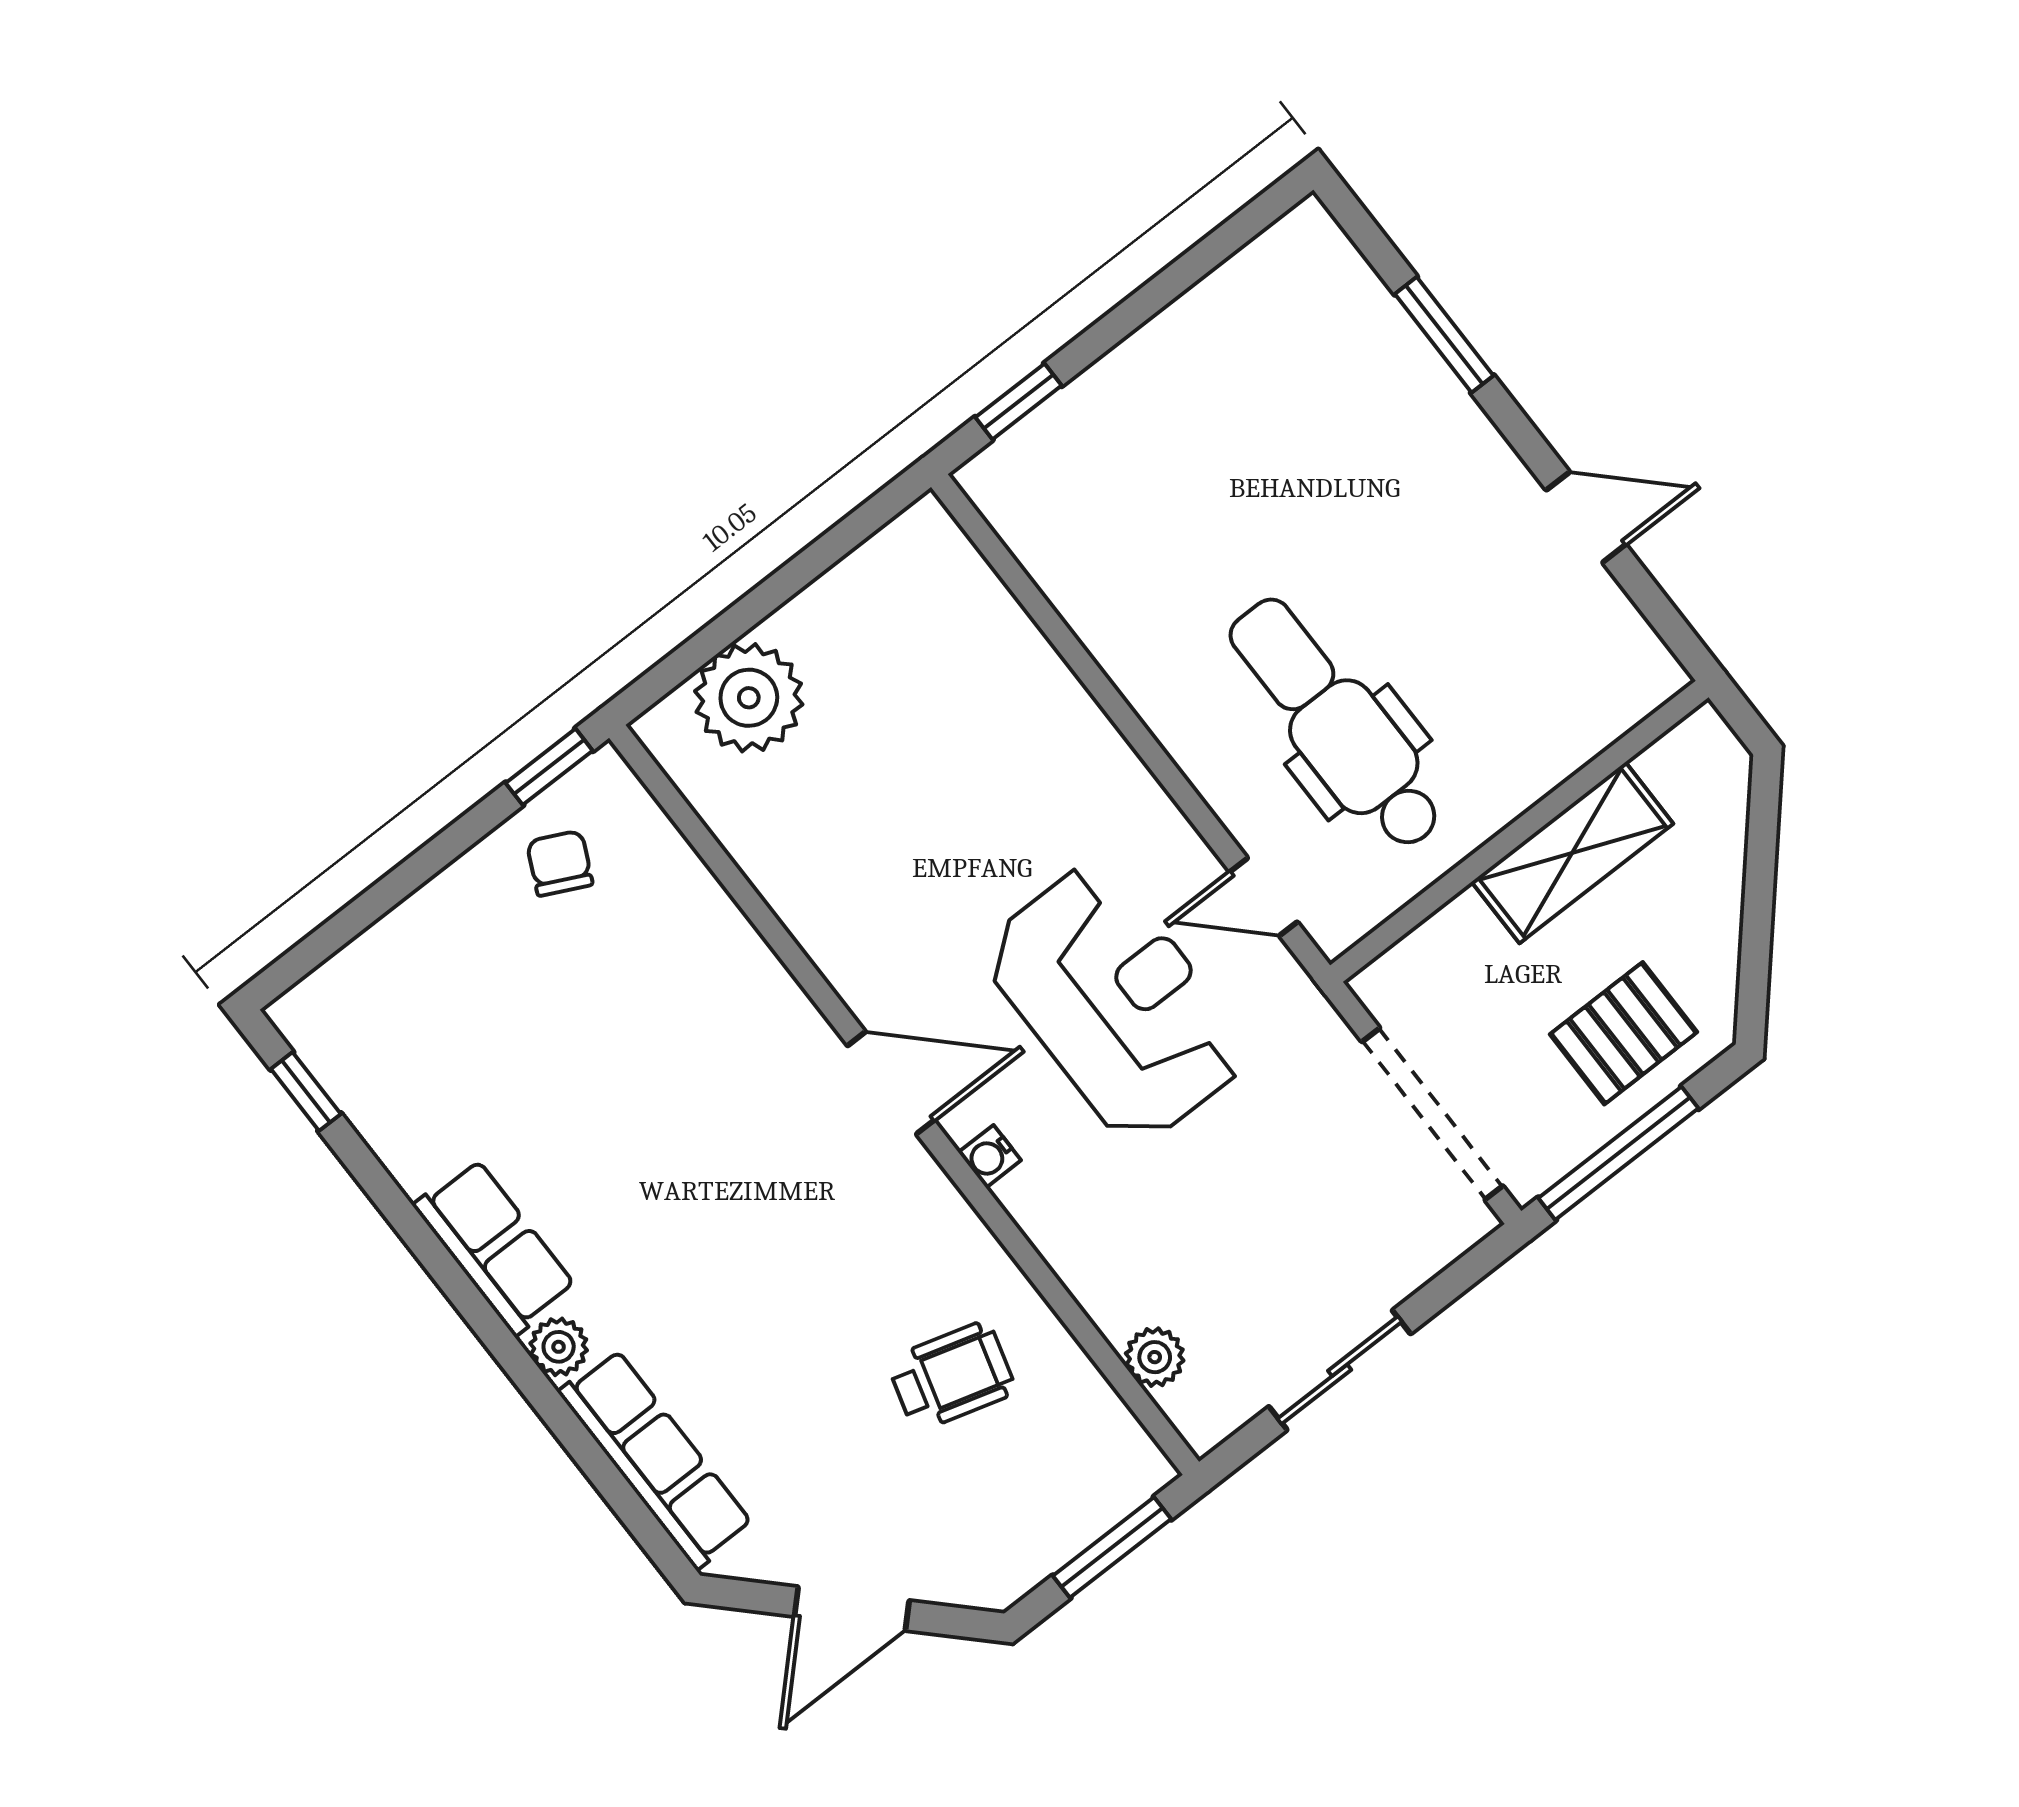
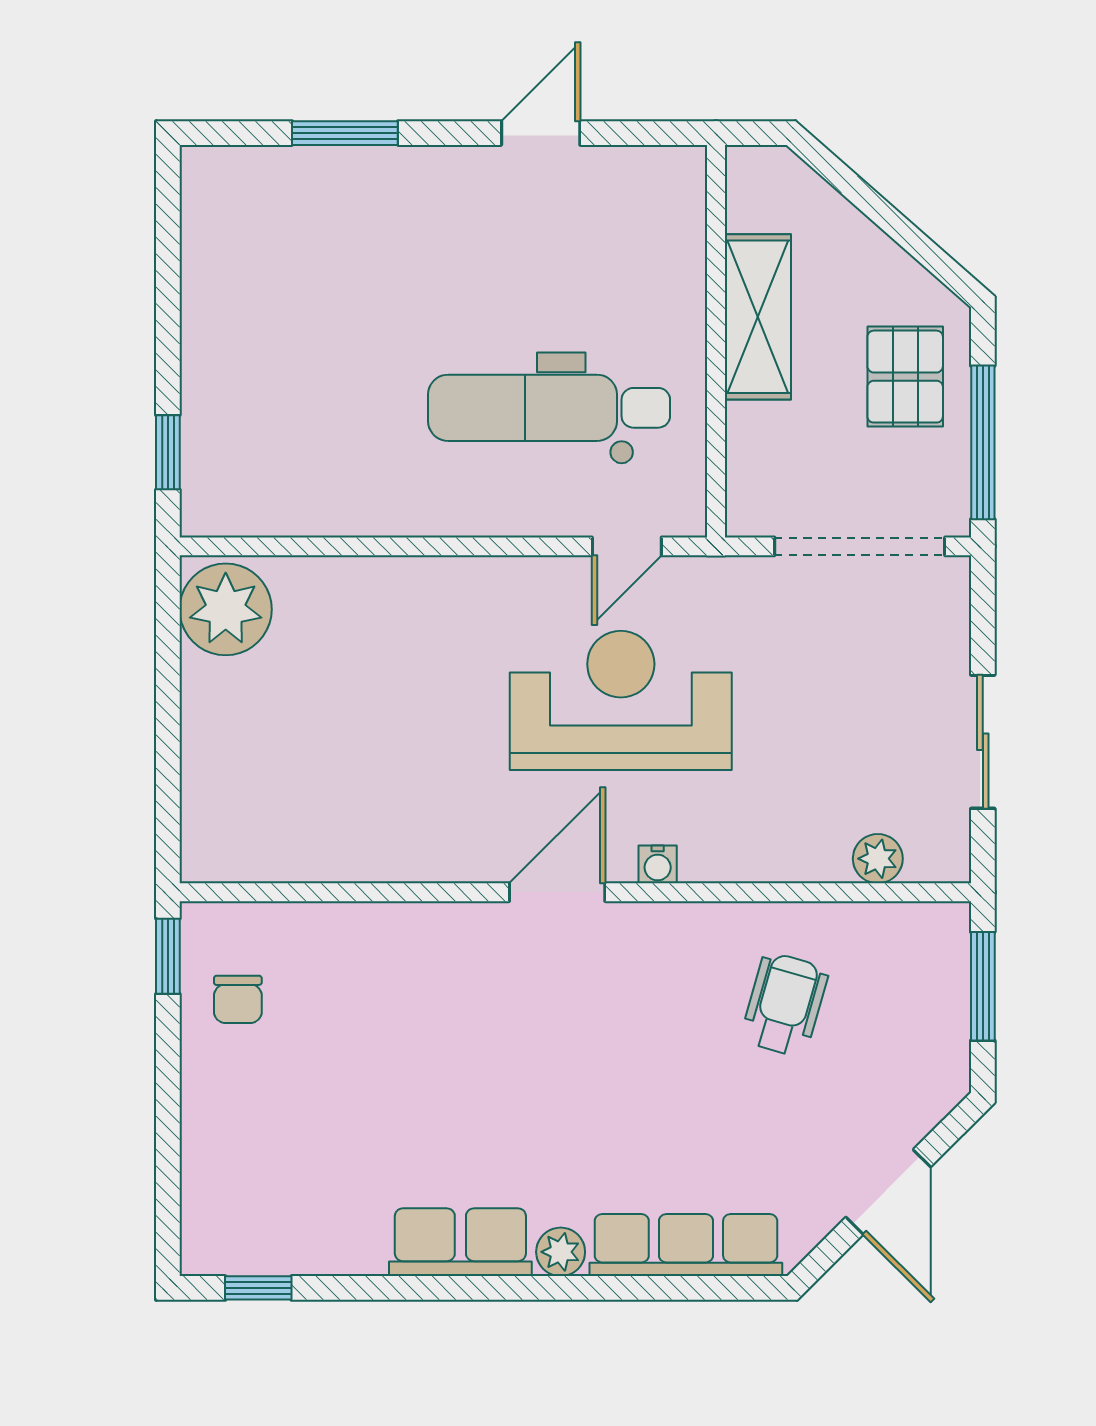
plant: (749, 698) -> (226, 609), moved
chair: (560, 863) -> (238, 999), turned -116

